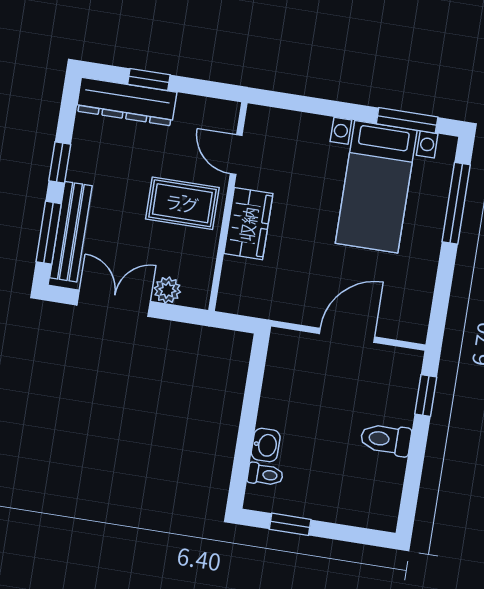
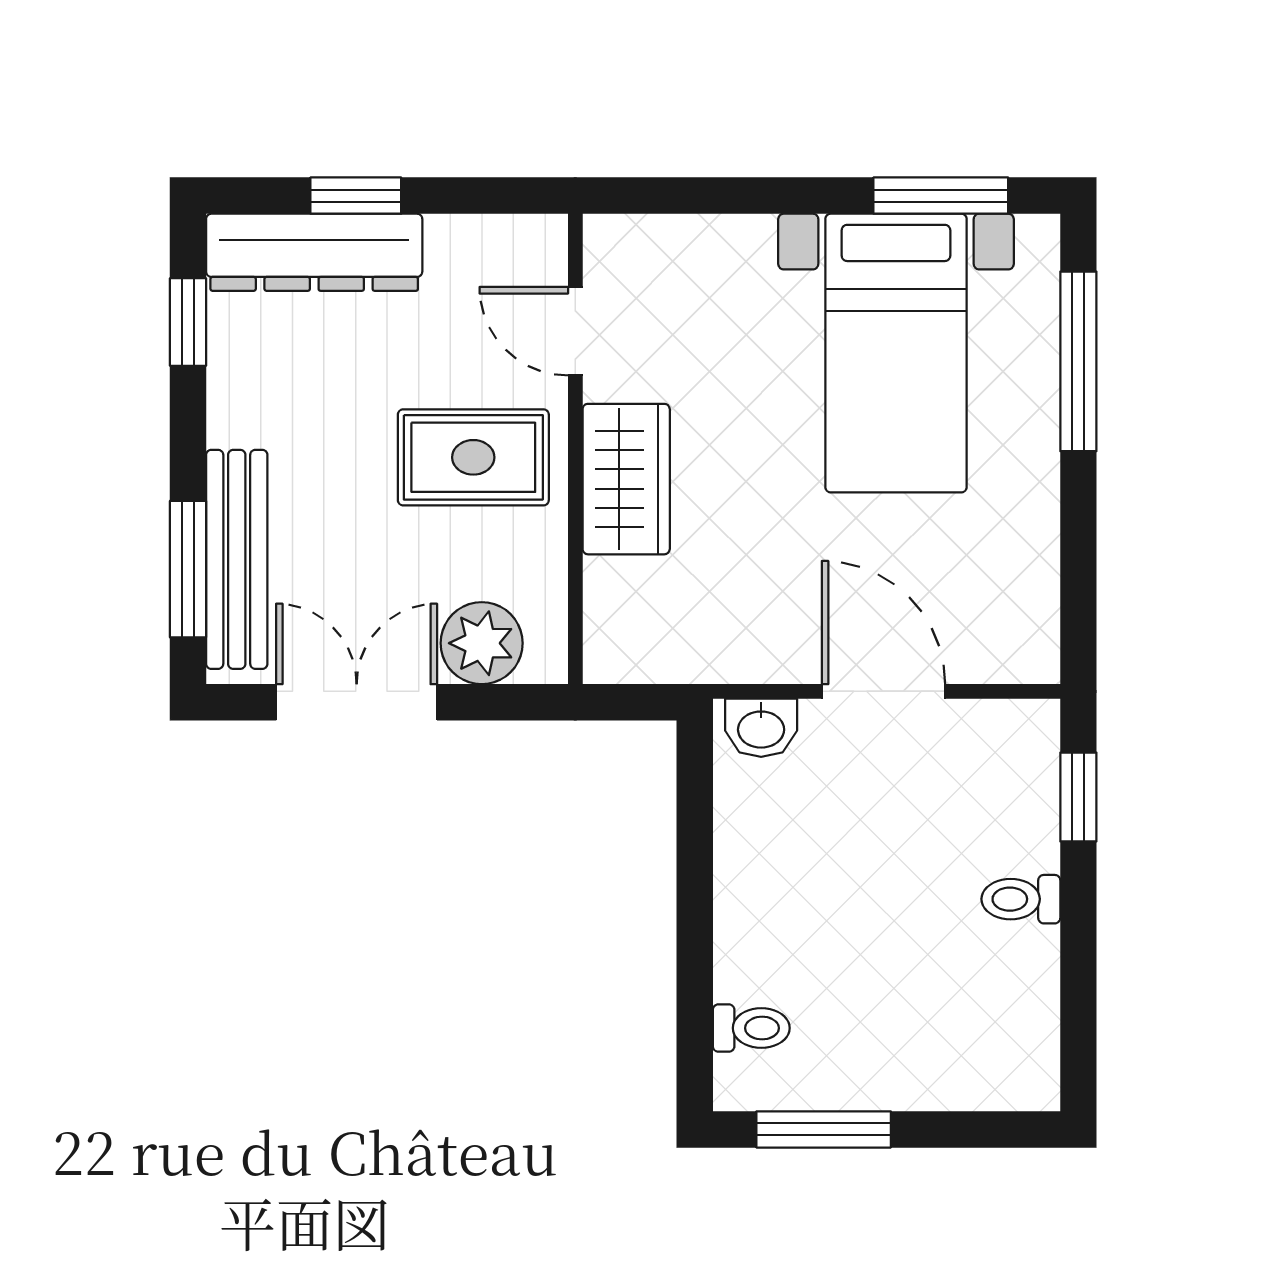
window: (60, 162) -> (188, 322), moved
plant: (167, 290) -> (482, 643), width x1.38, depth x1.38
door: (347, 335) -> (883, 691), hinge flipped
toilet: (386, 439) -> (1021, 899), width x0.73, depth x0.72
washbasin: (266, 445) -> (761, 728), moved, turned 90
window: (290, 524) -> (824, 1129), width x1.50

